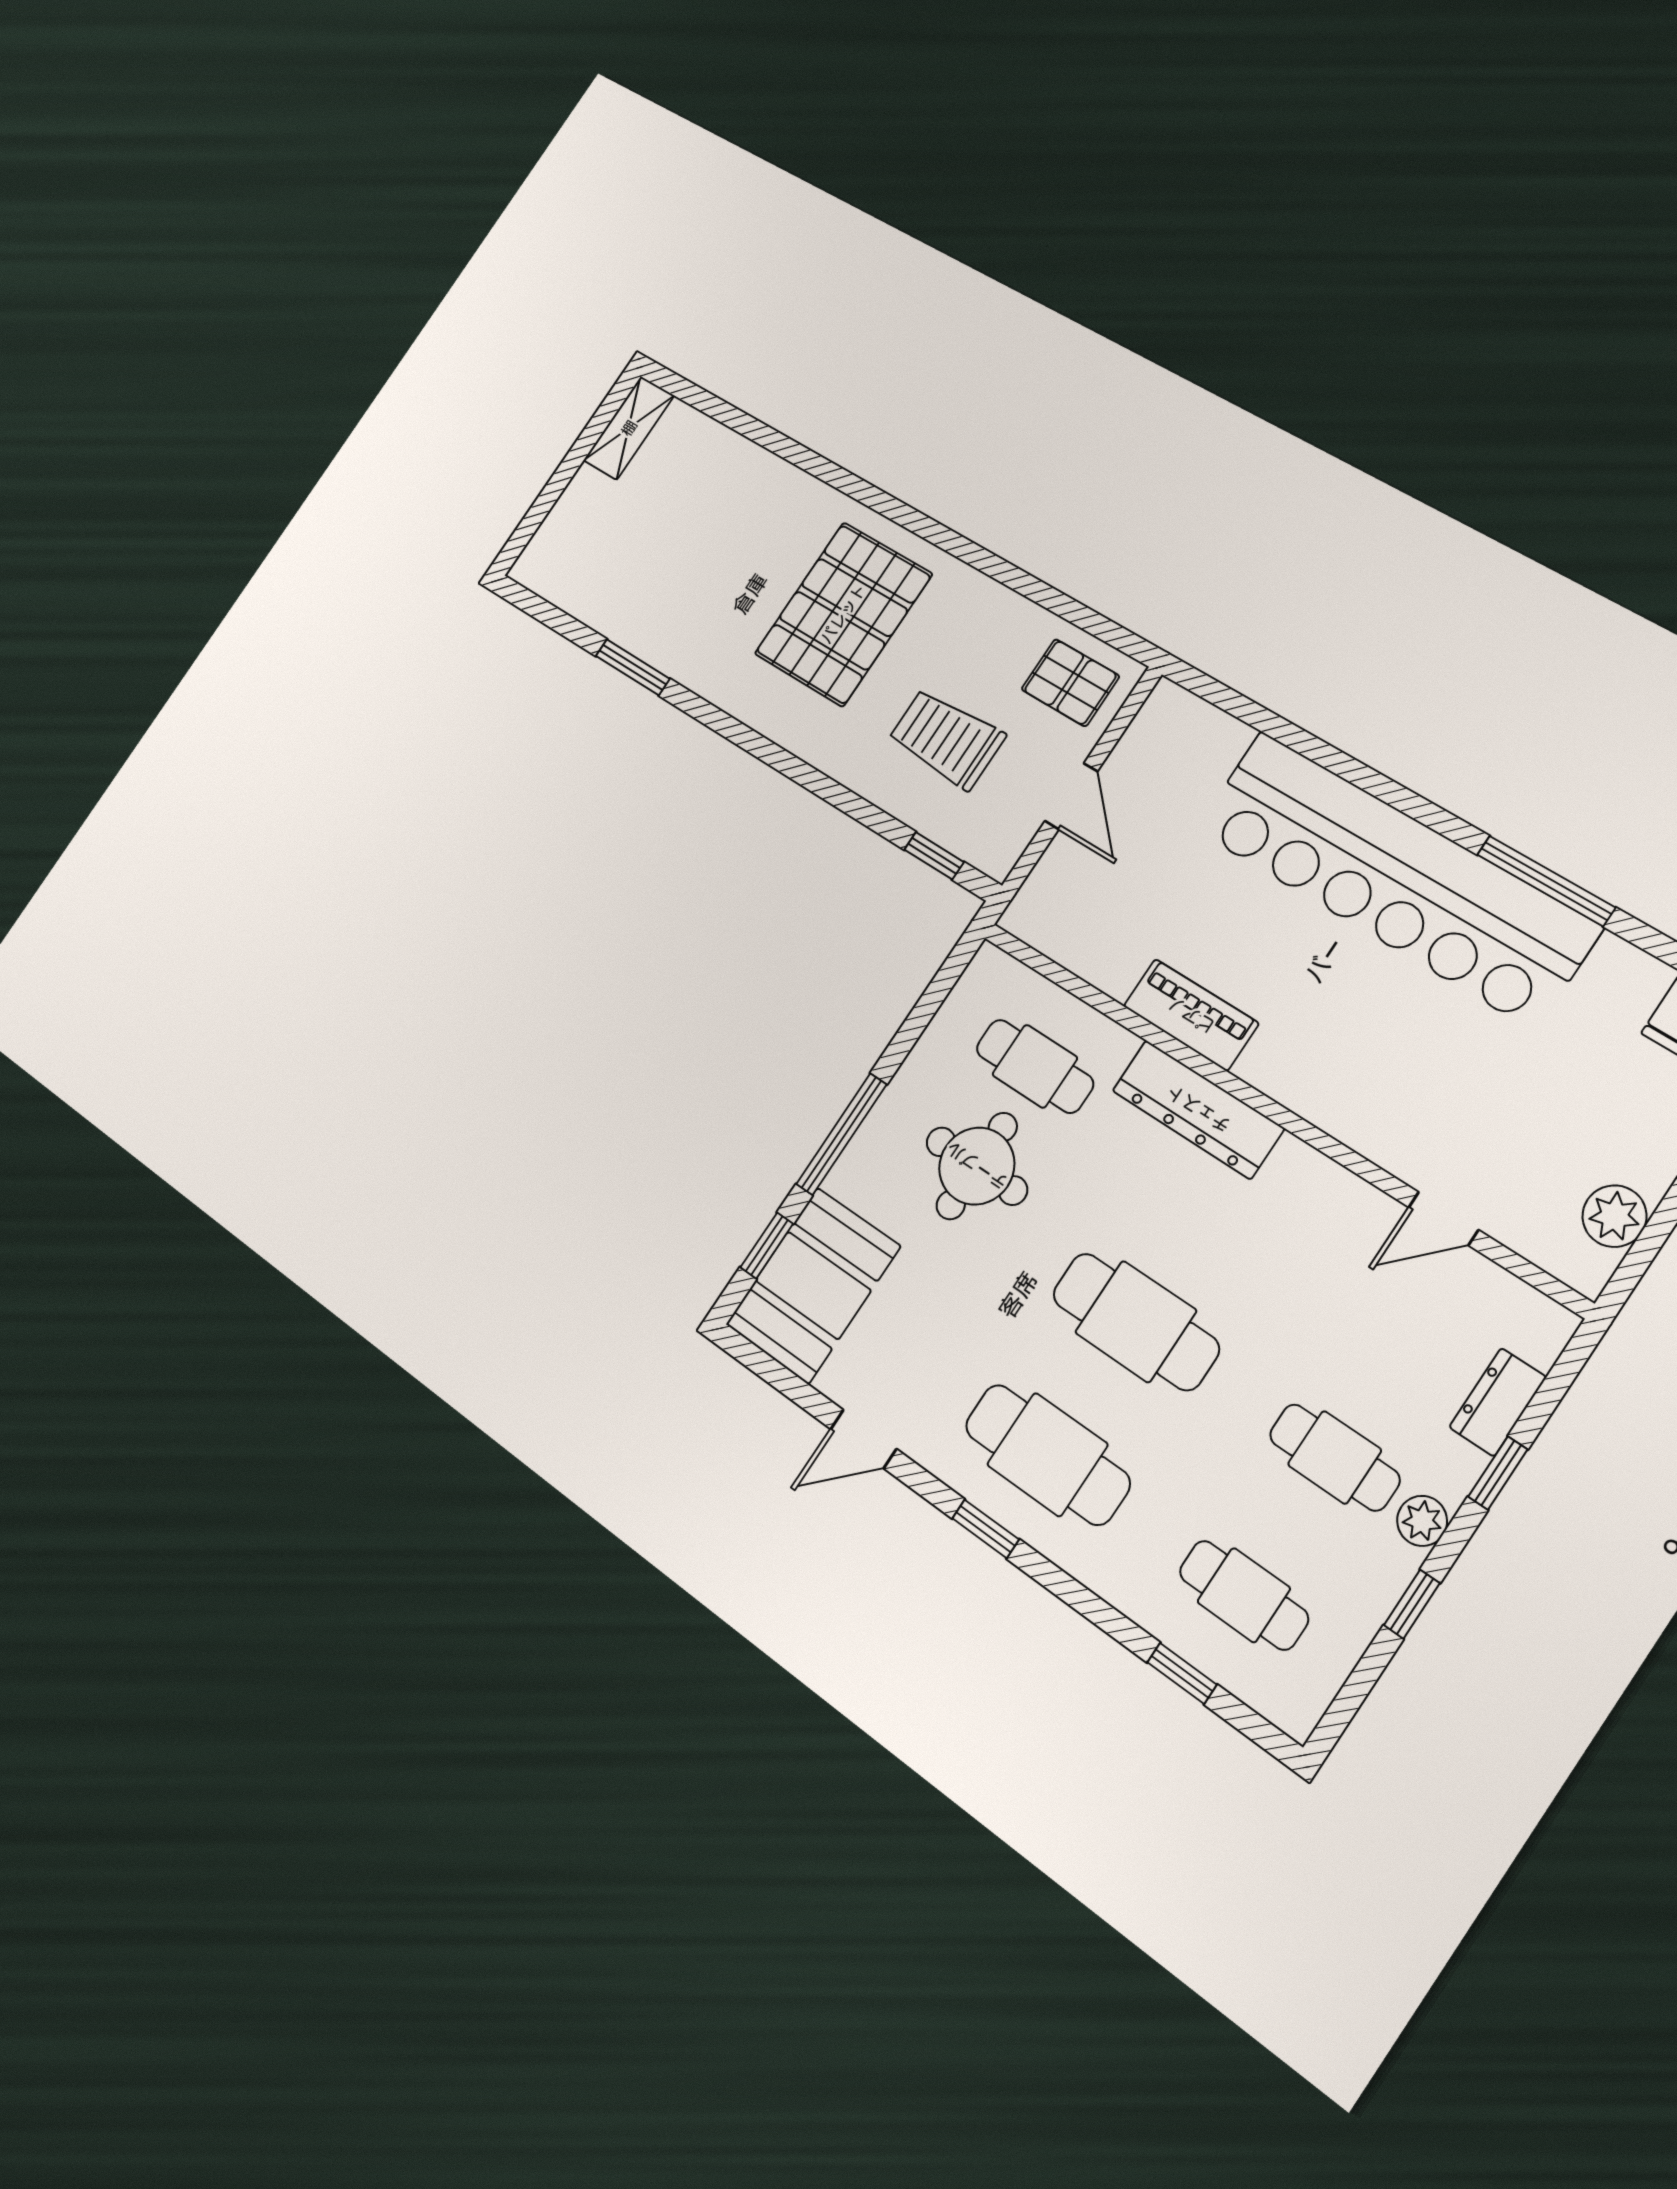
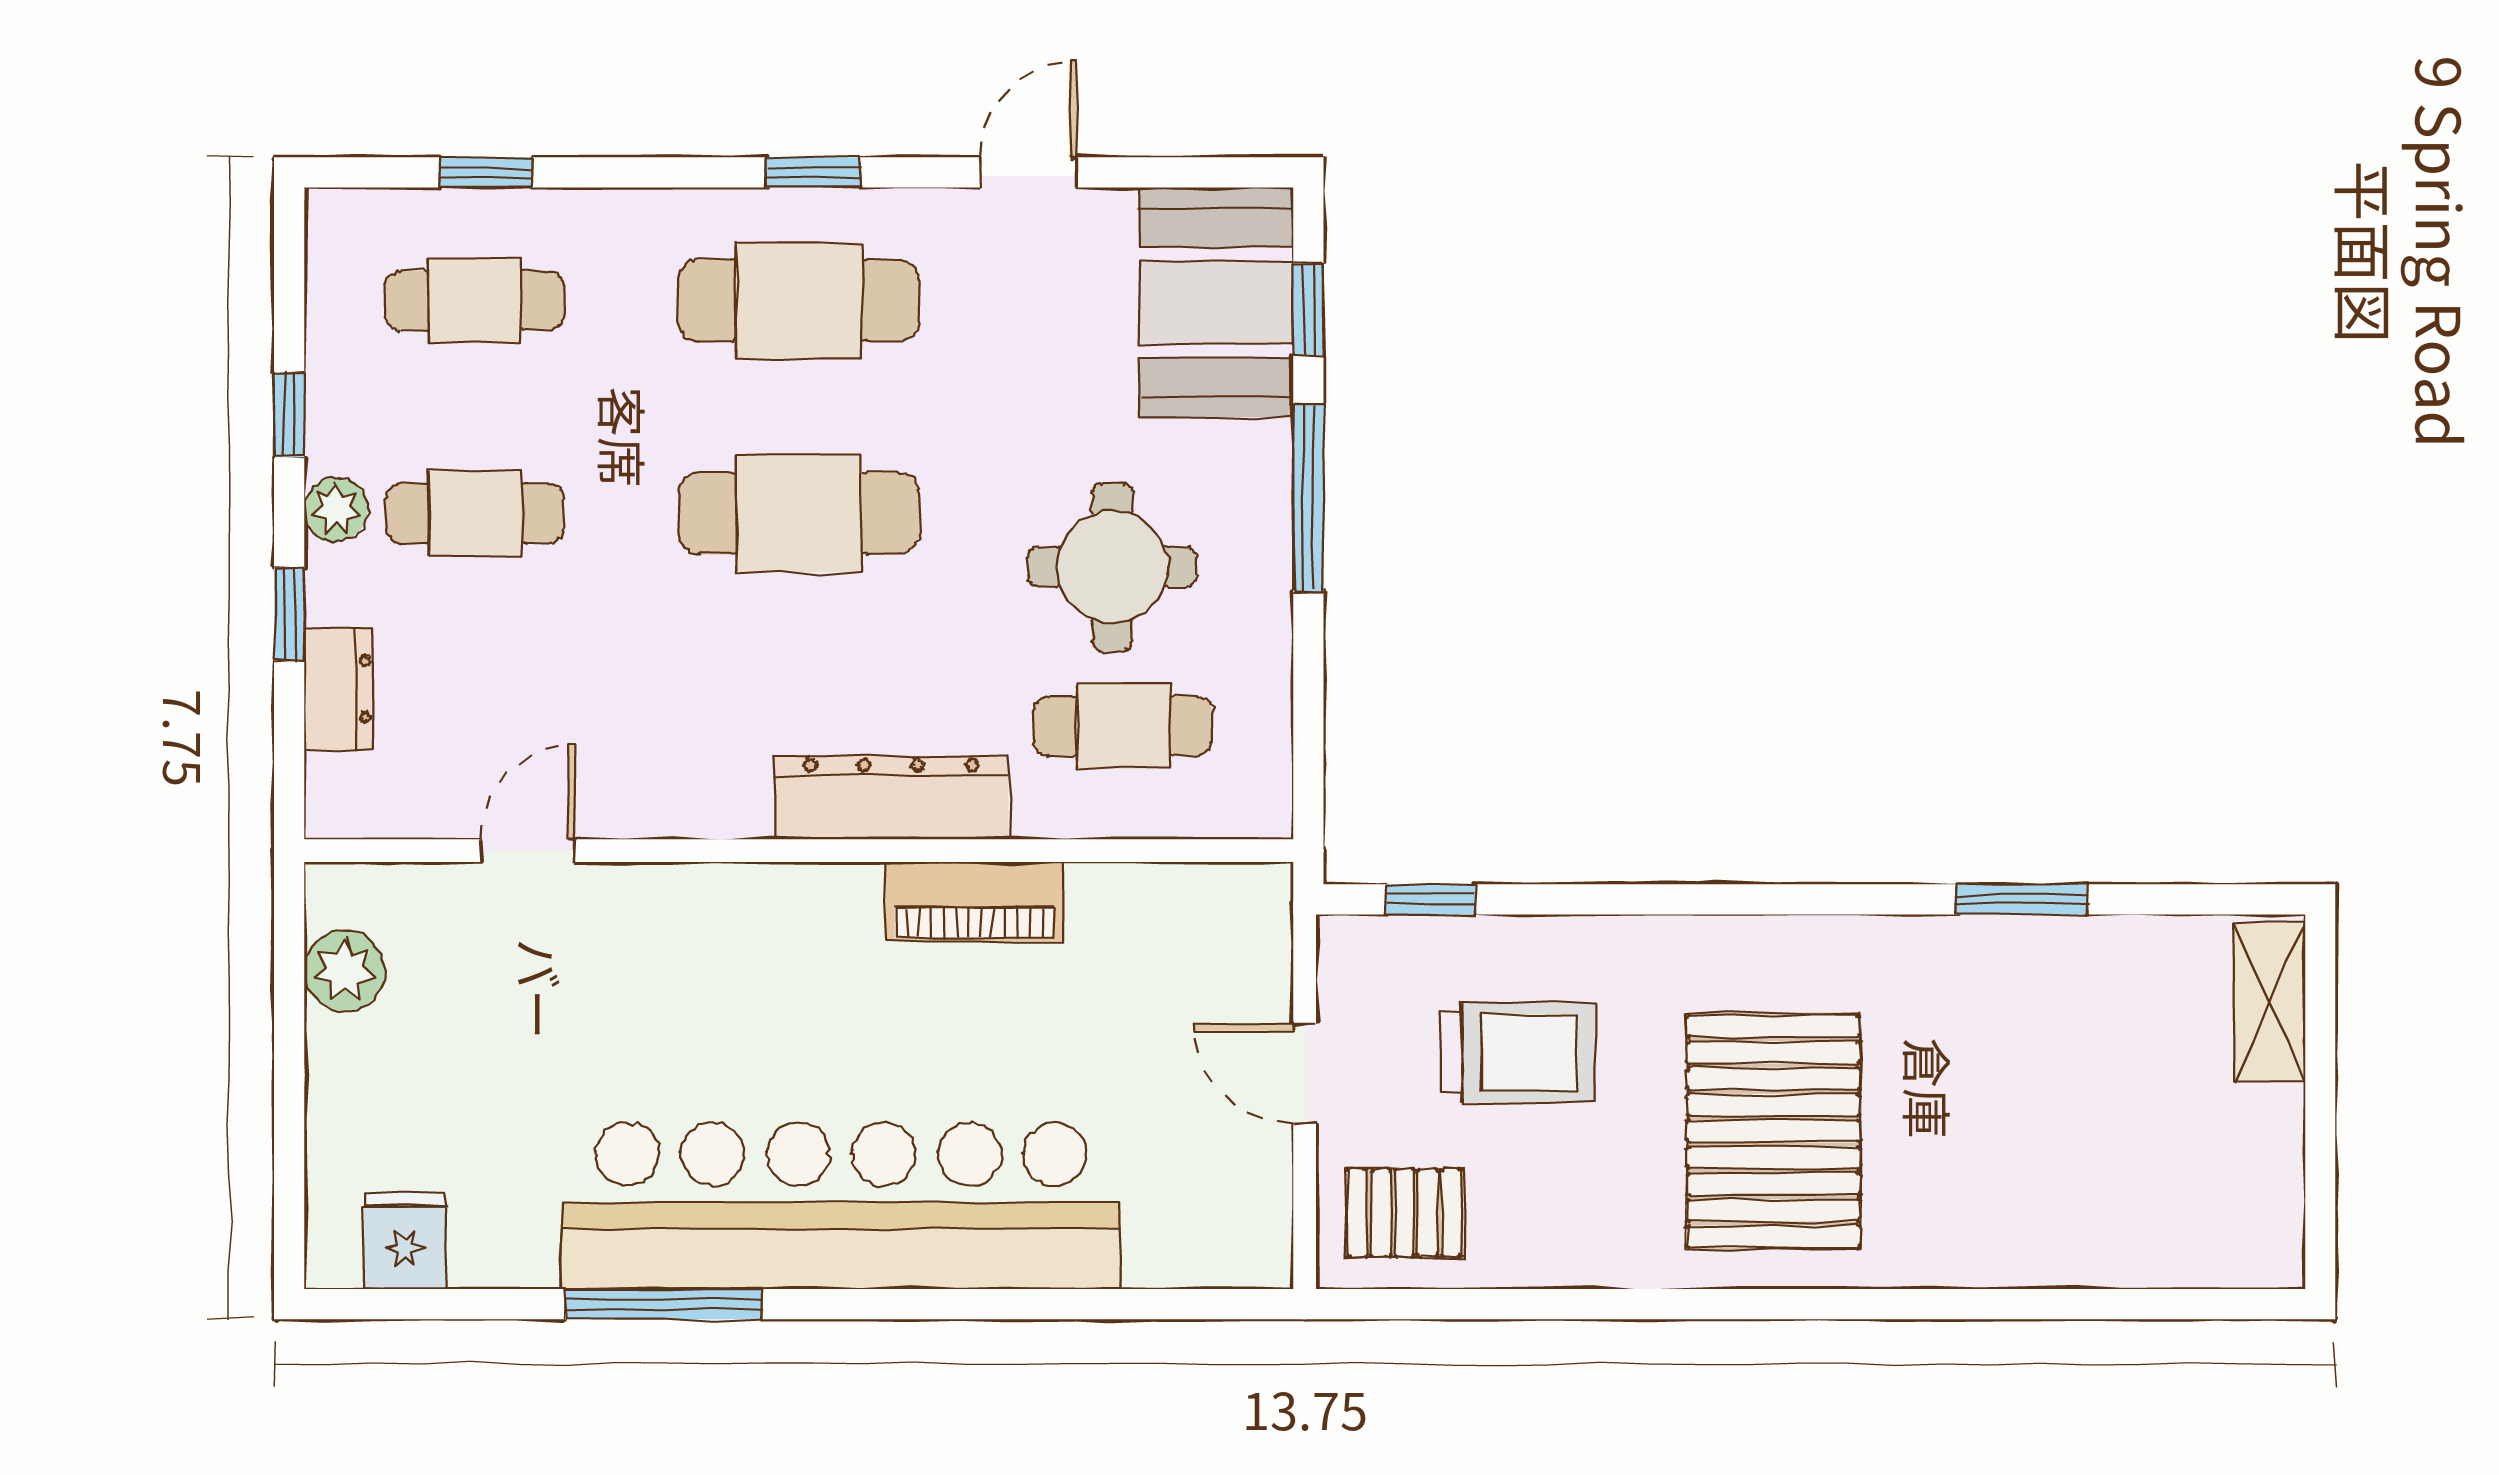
shelving: (629, 428) -> (2270, 1002), moved

